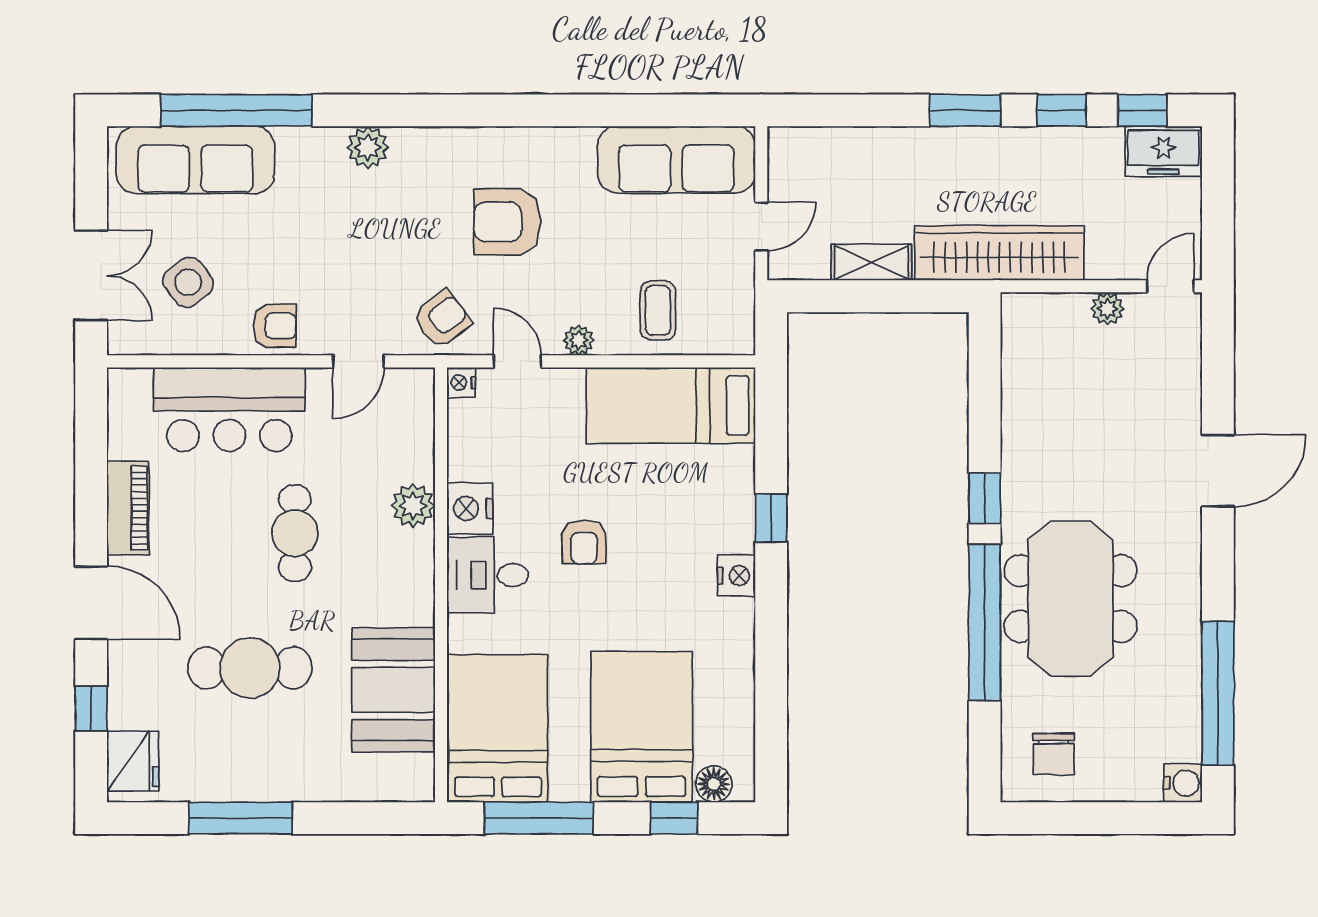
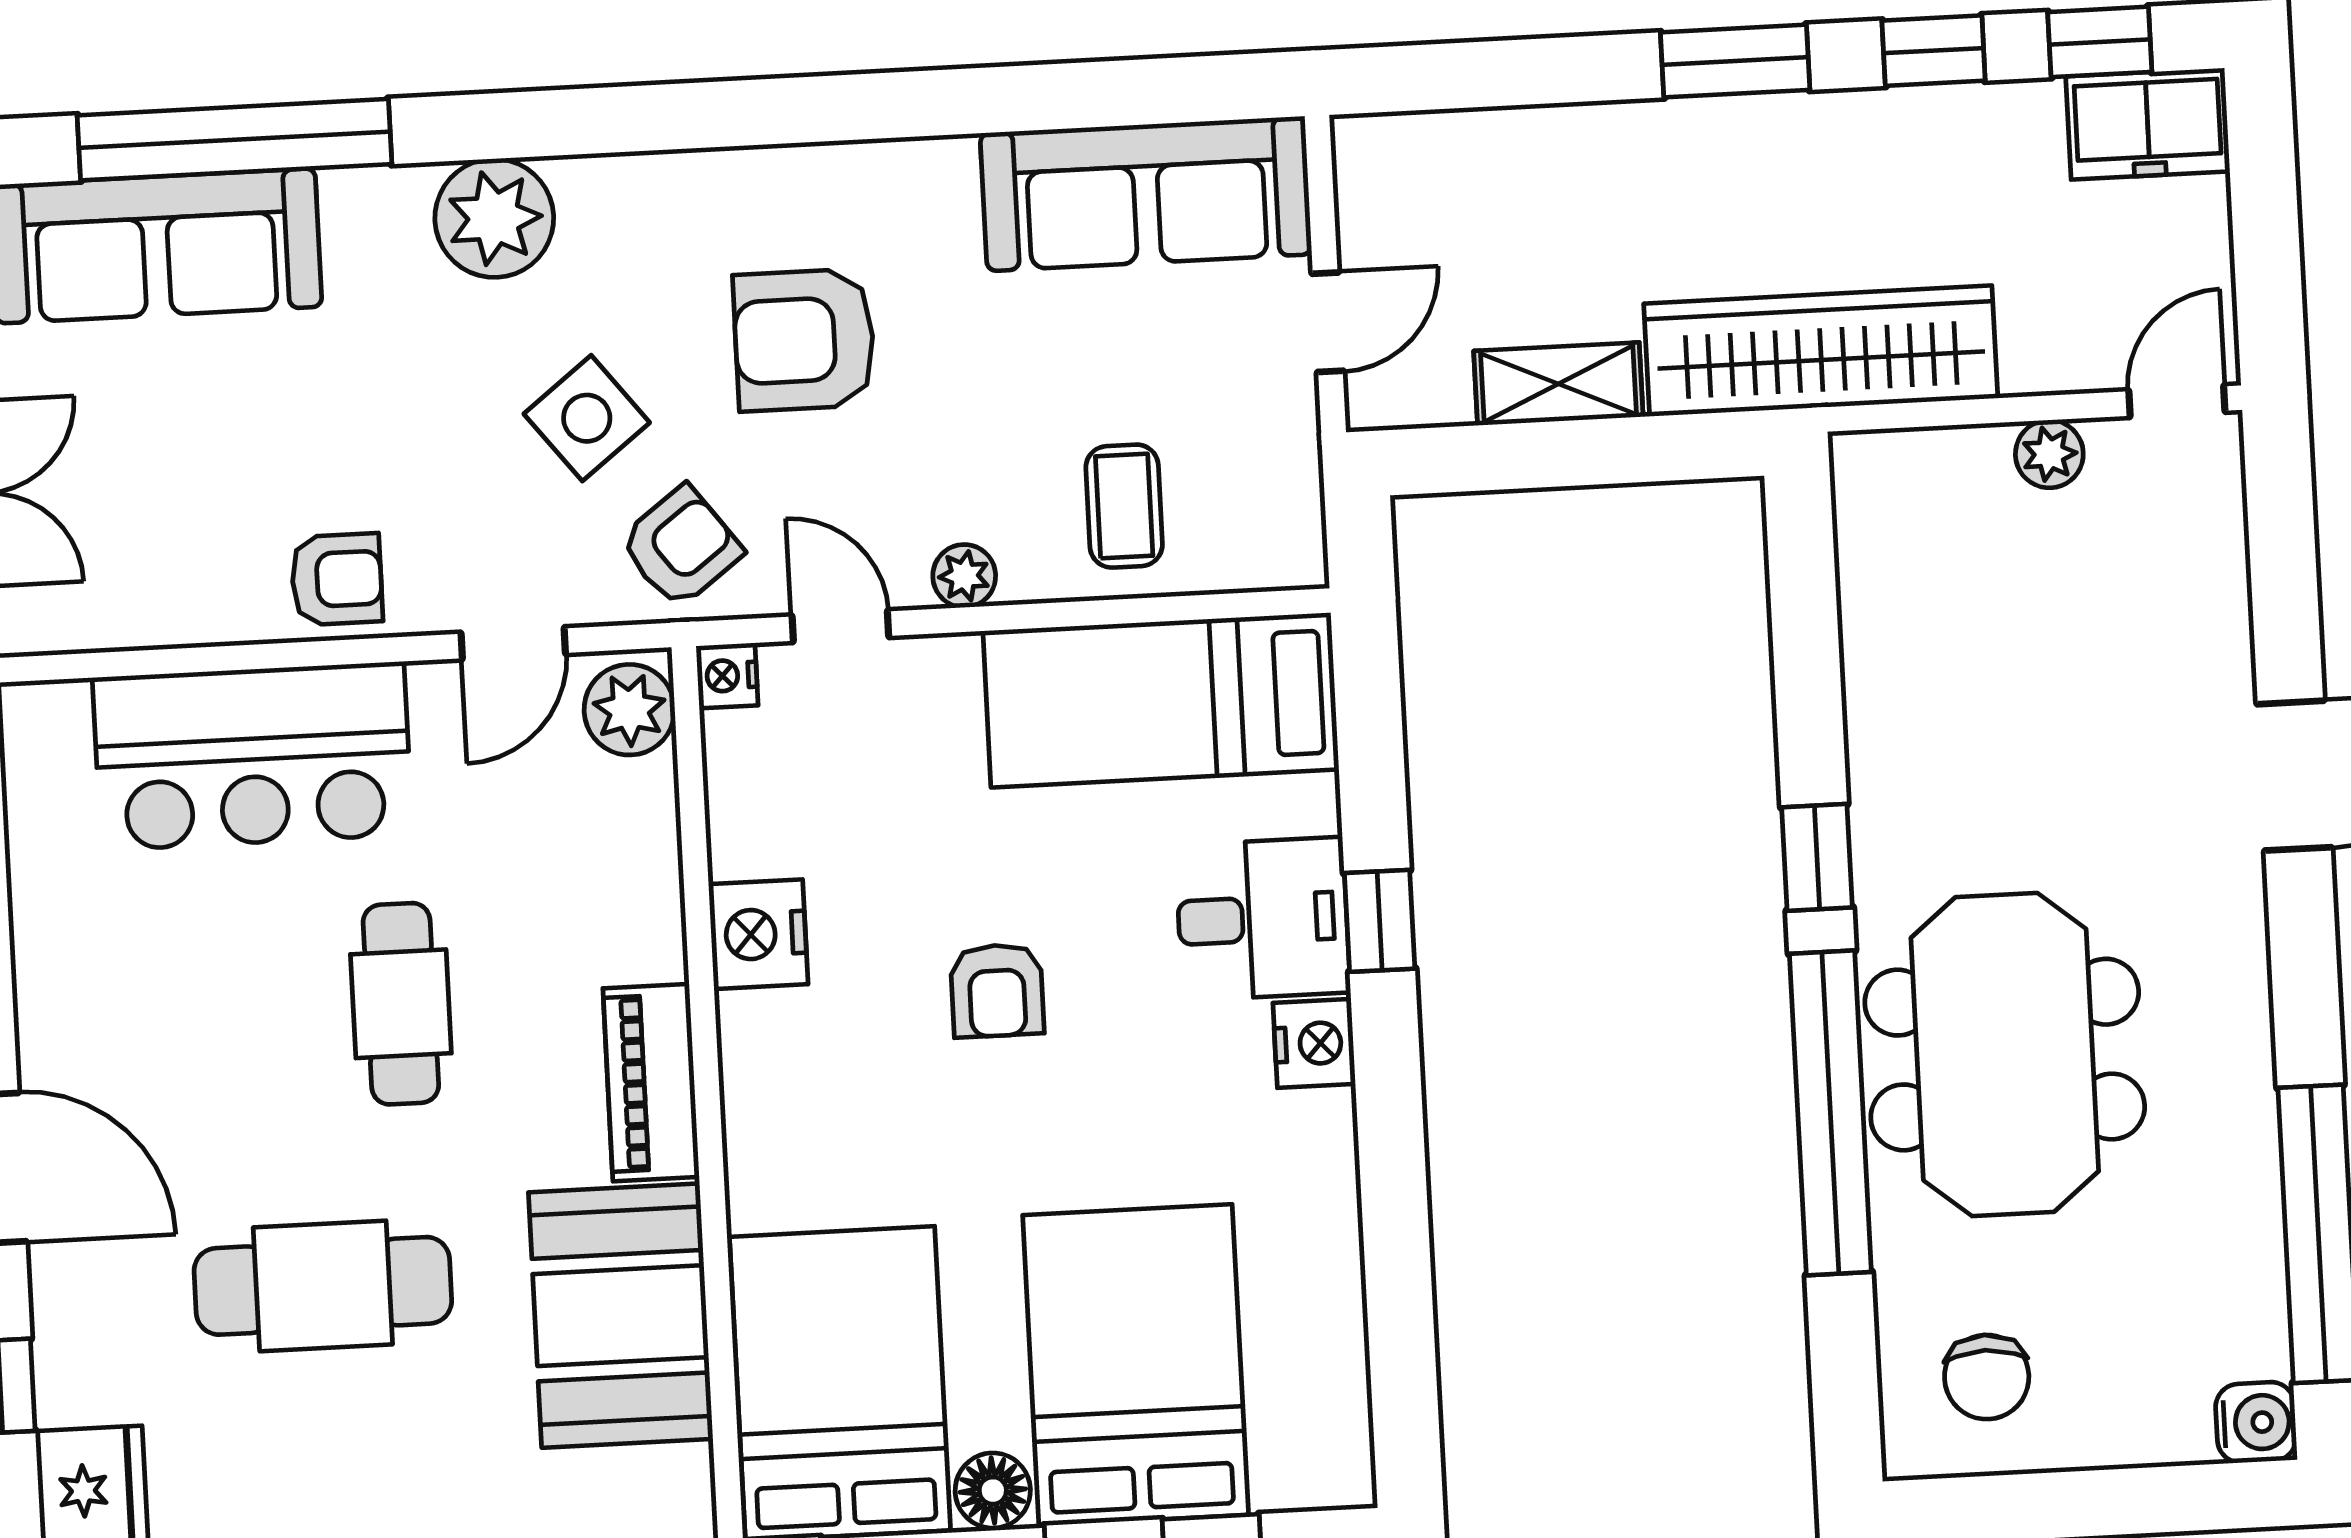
plant: (368, 147) -> (494, 218), width x1.36, depth x1.36
side table: (188, 282) -> (587, 418), moved
plant: (413, 506) -> (629, 710), moved
piano: (128, 508) -> (651, 1083), moved, turned 180
desk: (488, 575) -> (1263, 919), moved, turned 180
floor lamp: (714, 784) -> (993, 1491), moved

